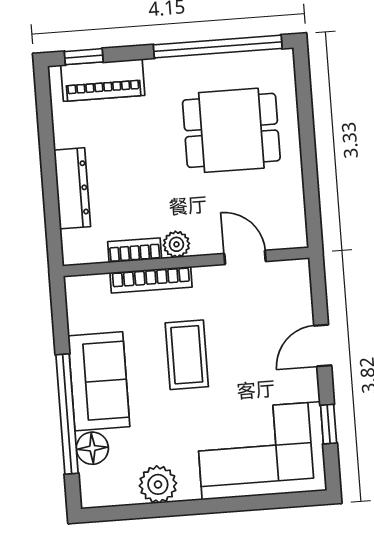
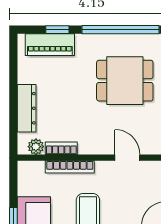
window: (84, 57) -> (57, 30), moved
plant: (176, 244) -> (36, 147), moved

